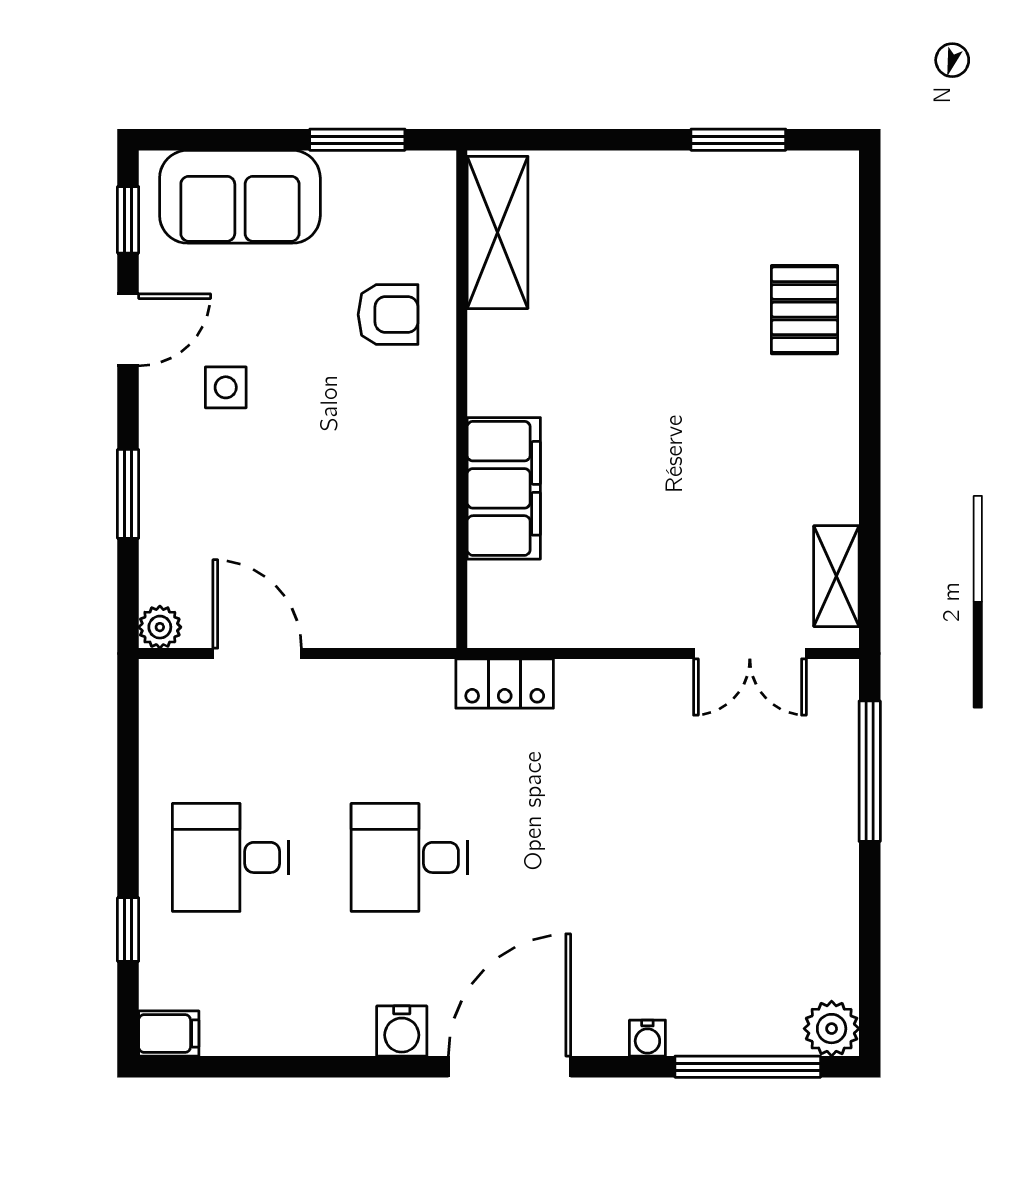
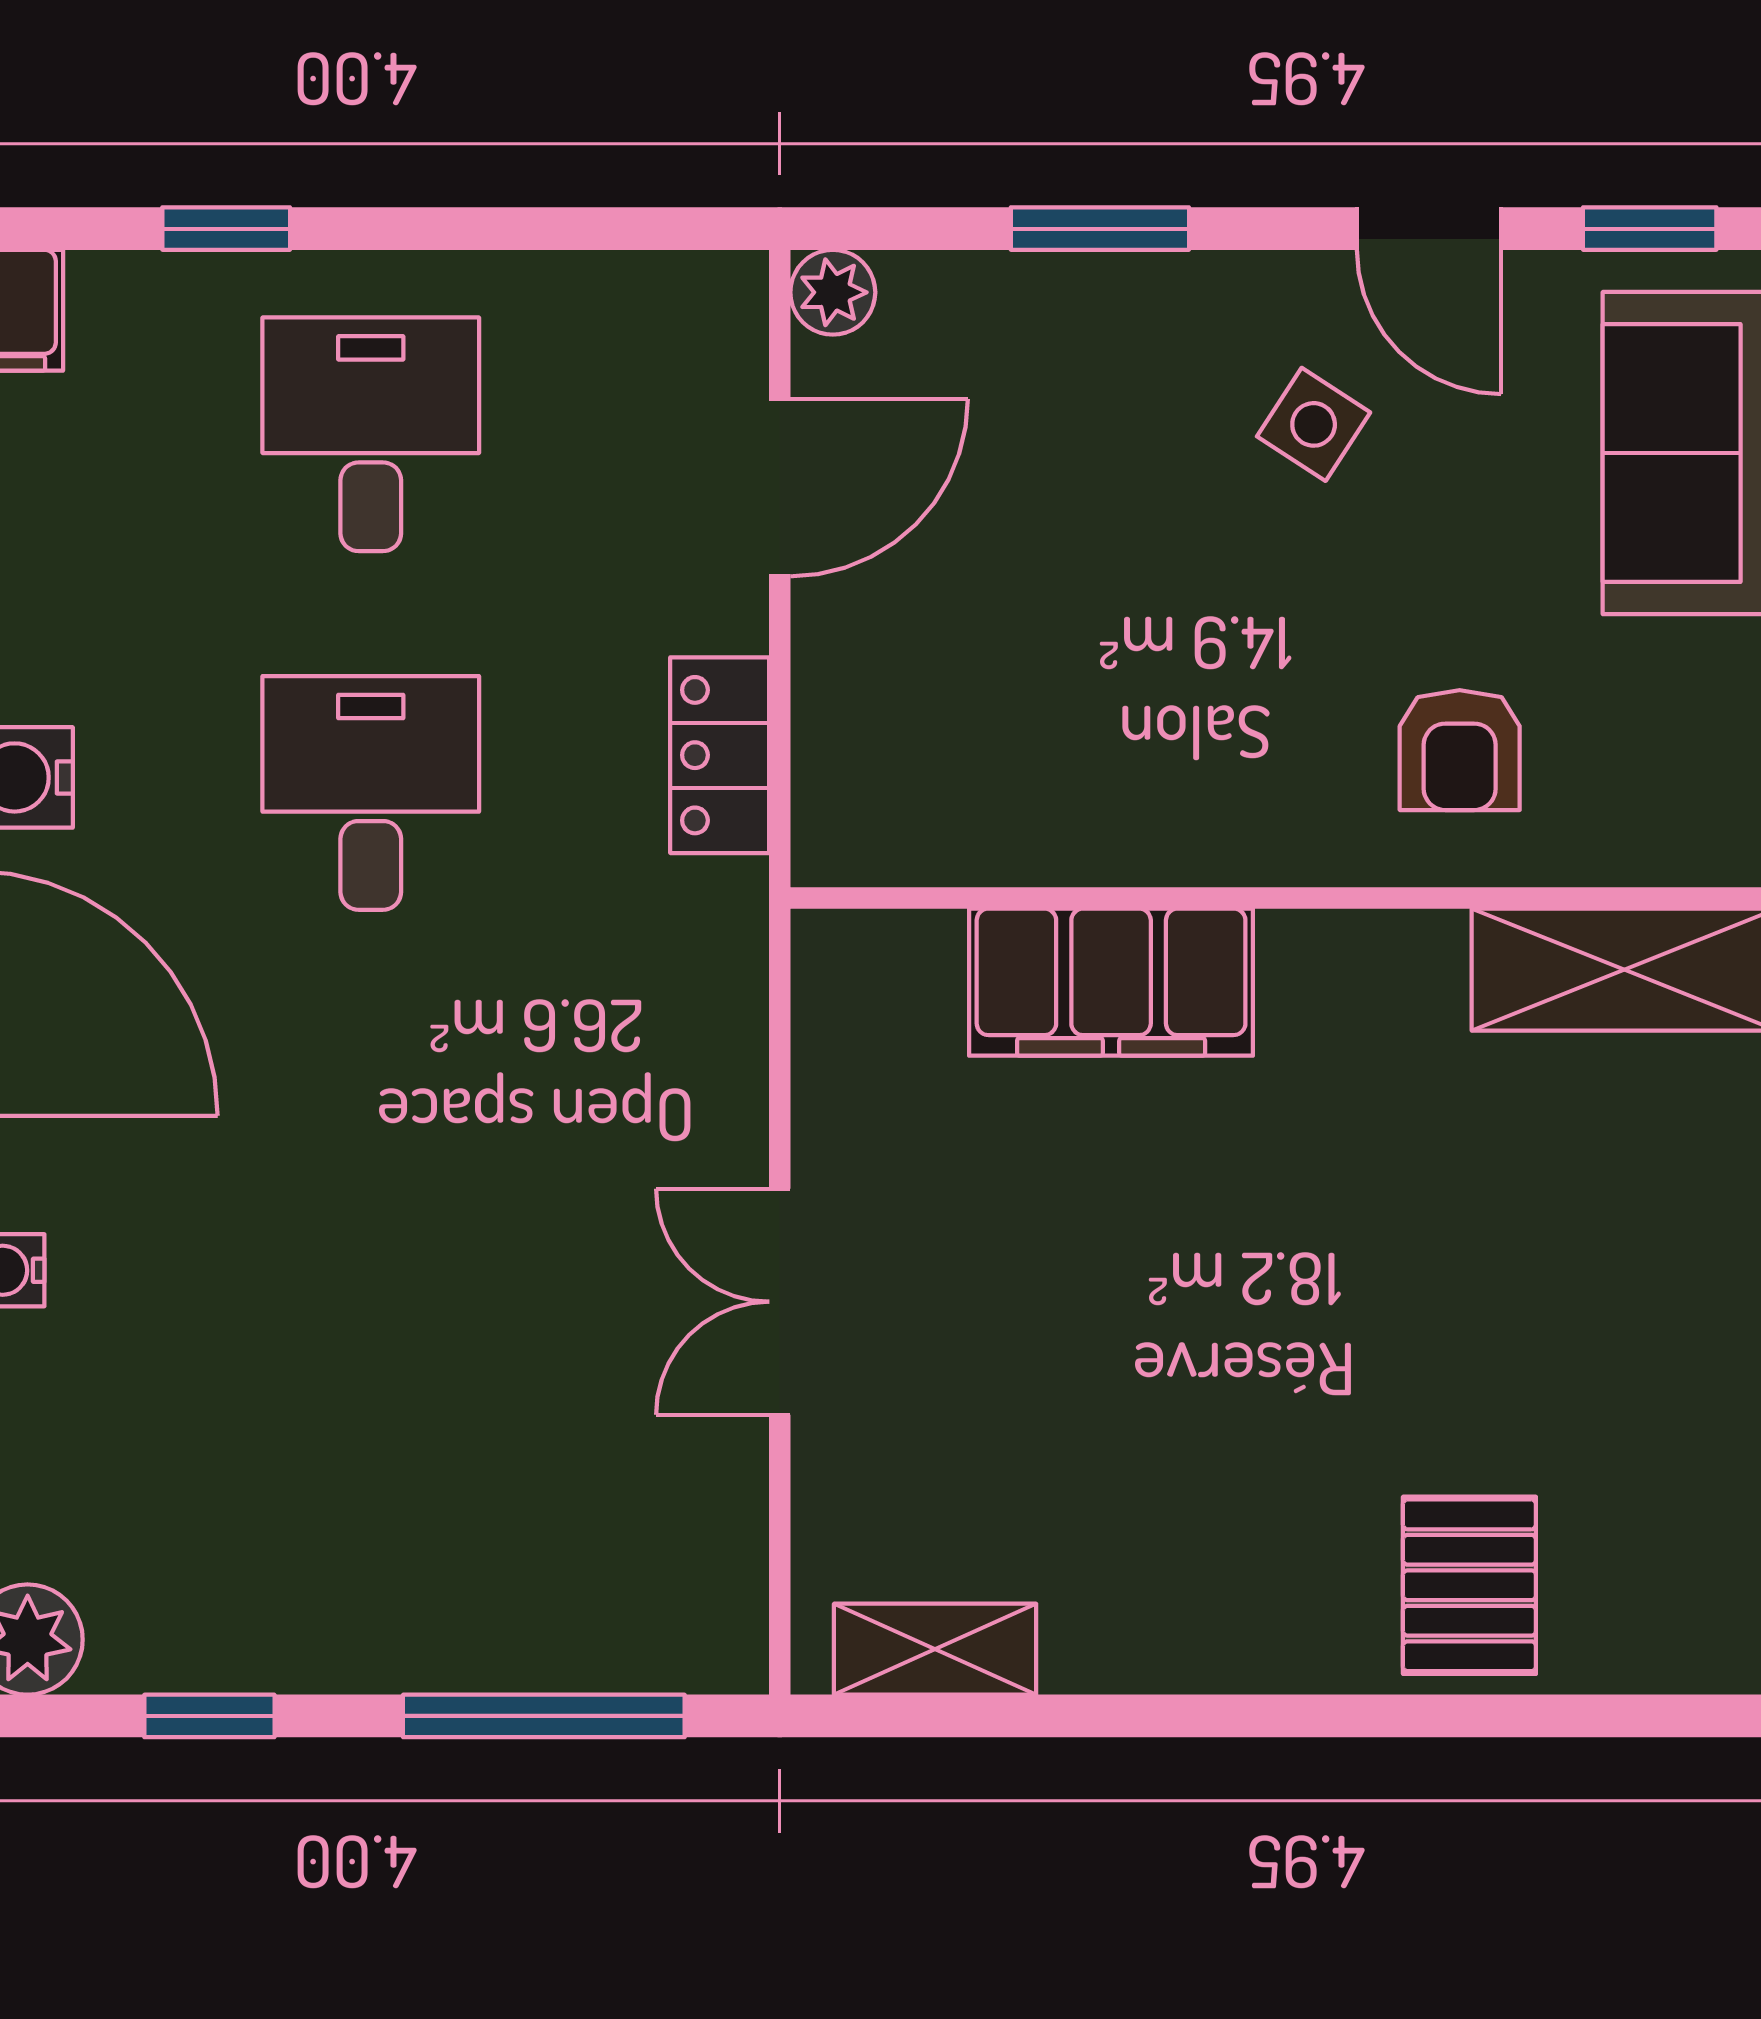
pallet: (805, 310) -> (1469, 1585), turned 90
side table: (226, 387) -> (1314, 424), turned 33
double door: (750, 654) -> (780, 1302), moved
locker: (505, 683) -> (720, 755), moved
window: (870, 938) -> (209, 1716), added

